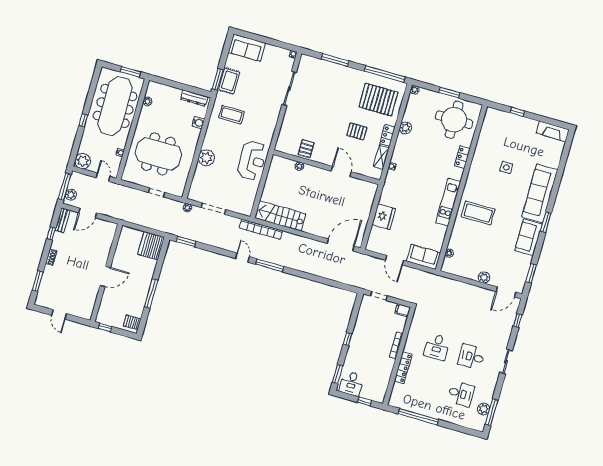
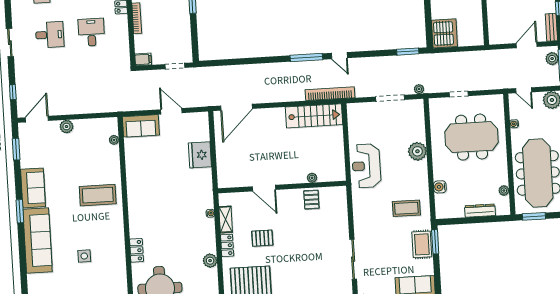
dresser: (194, 98) -> (480, 211), moved
kitchen unit: (448, 202) -> (135, 196), removed

